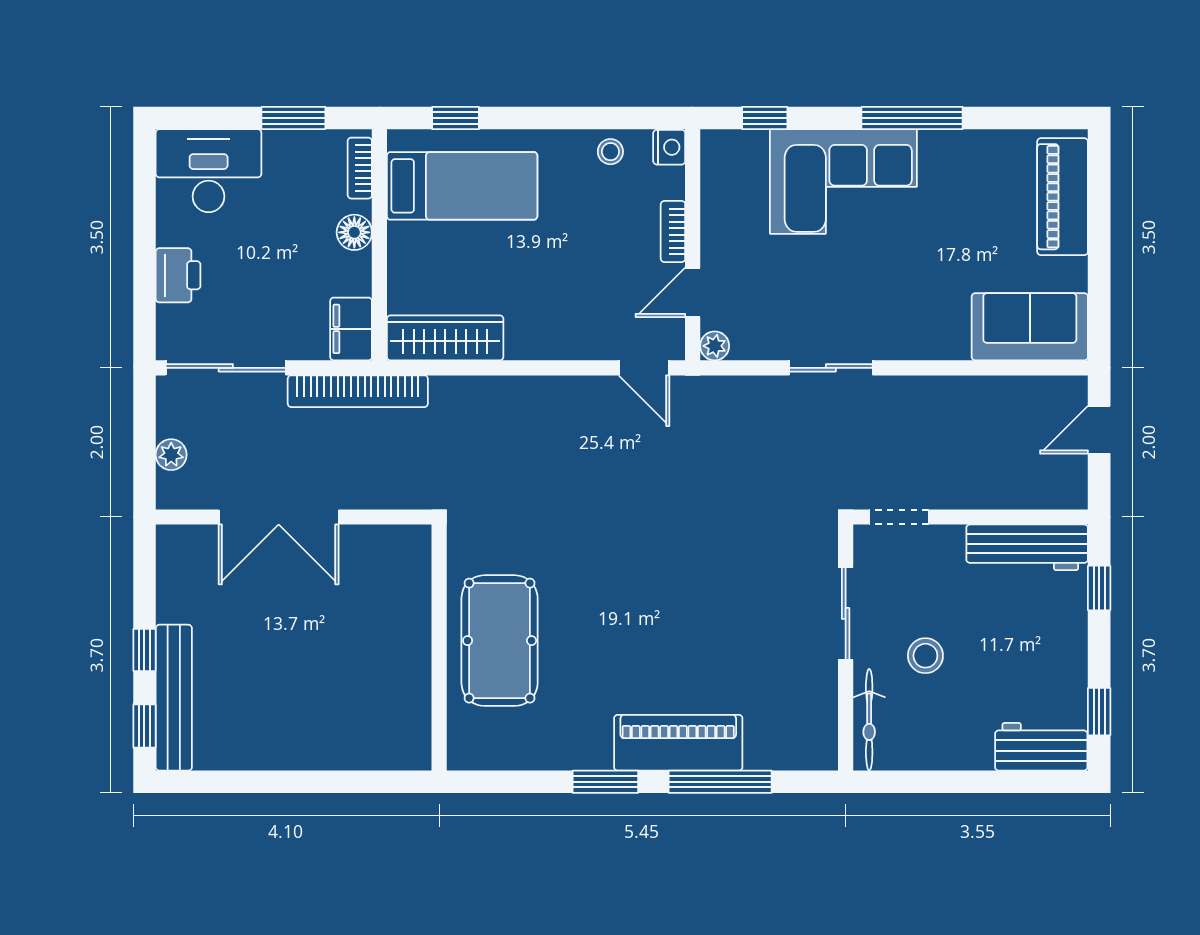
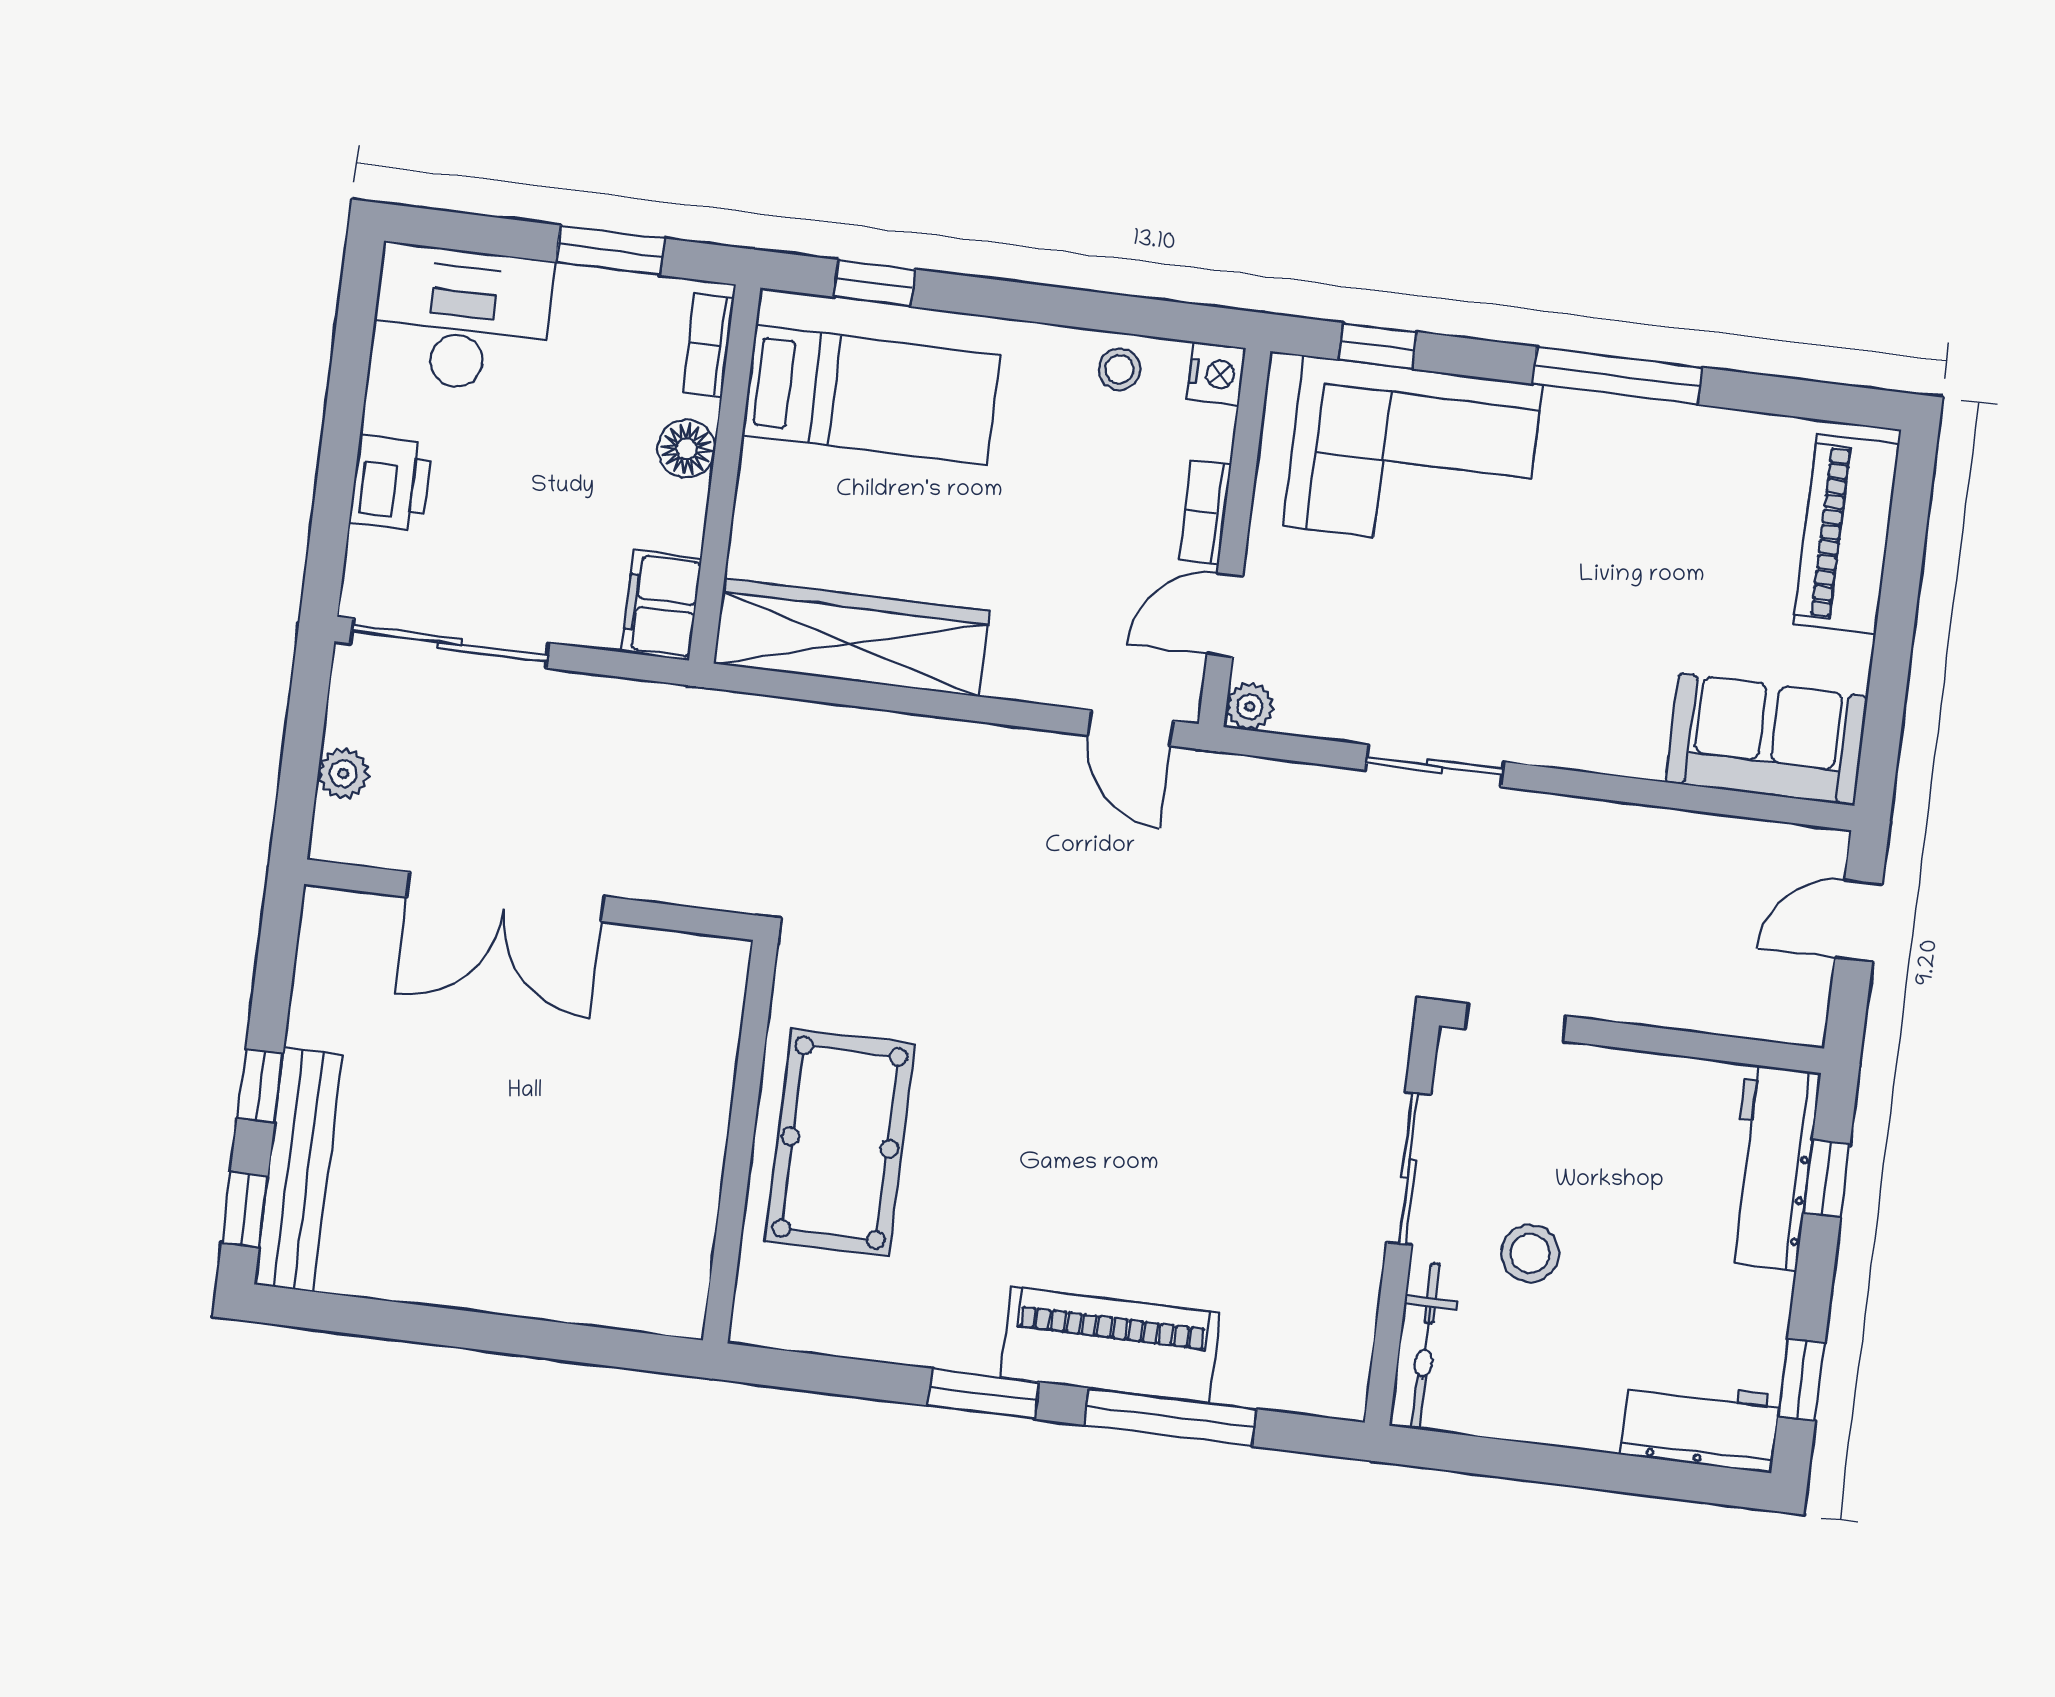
corner sofa: (843, 182) -> (1412, 455), moved
wardrobe: (445, 338) -> (851, 637), width x1.40, depth x1.17
bookcase: (358, 391) -> (660, 708), removed
workbench: (1027, 547) -> (1772, 1167), moved, turned 90

